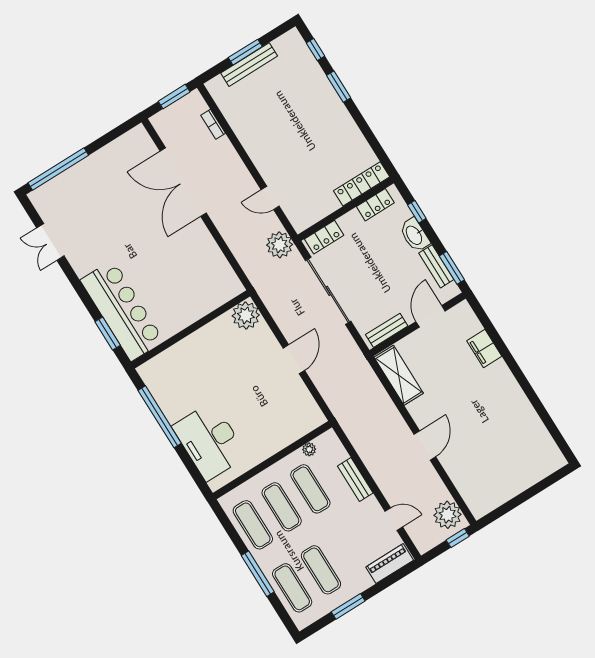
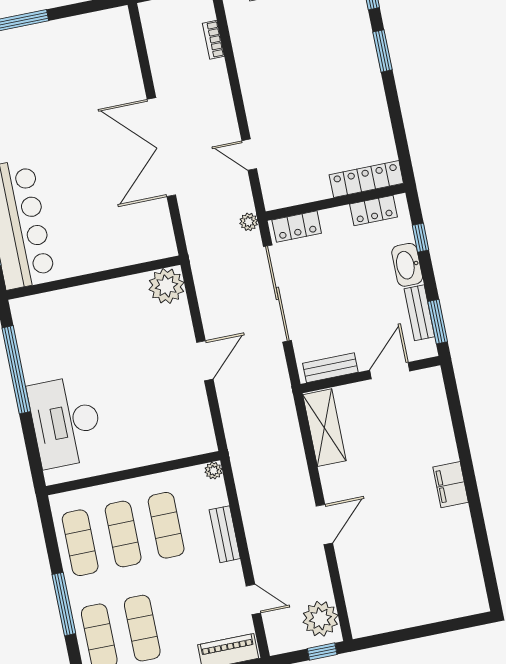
double door: (183, 182) -> (161, 147), moved
plant: (280, 245) -> (249, 222), width x0.53, depth x0.53
filing cabinet: (484, 348) -> (451, 485), moved
plant: (309, 449) -> (213, 471), moved

